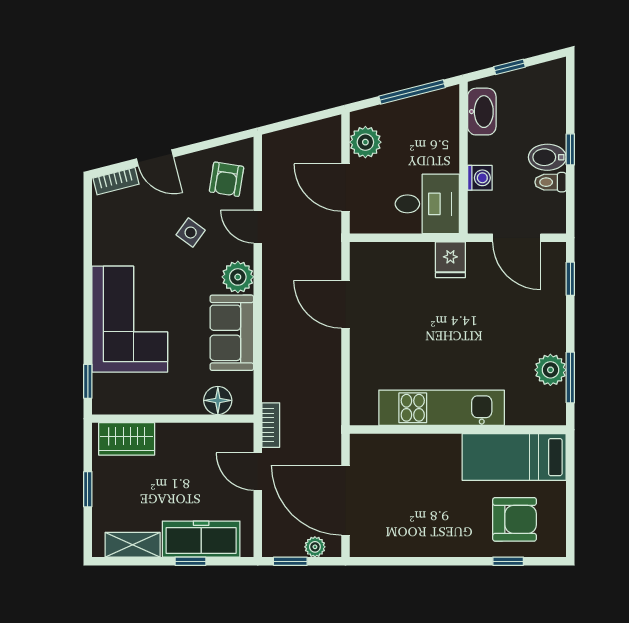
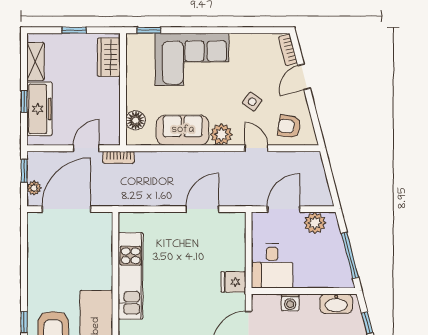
door: (258, 227) -> (256, 148), hinge flipped

